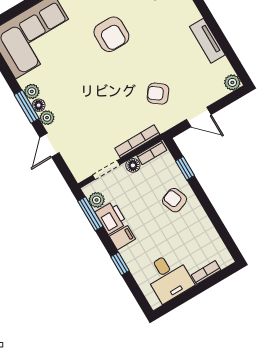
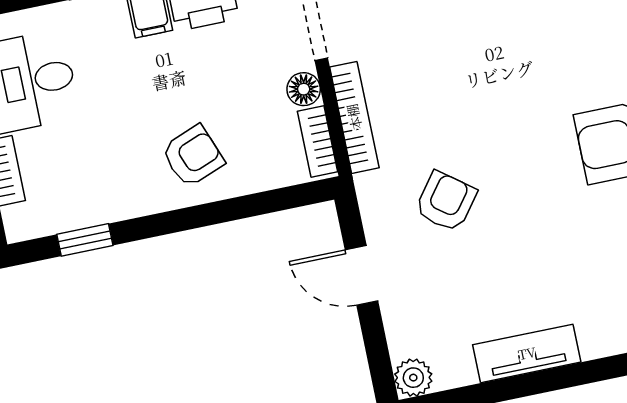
door: (199, 117) -> (361, 275), hinge flipped
window: (185, 168) -> (85, 240), moved

